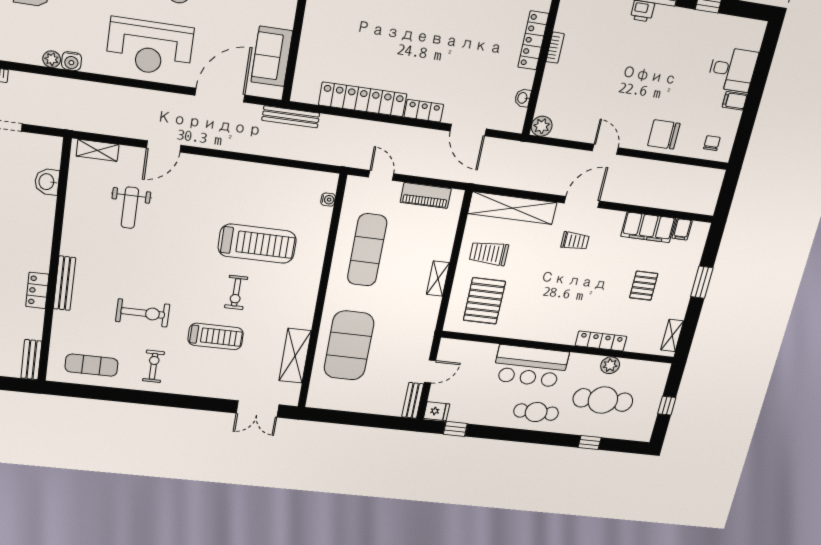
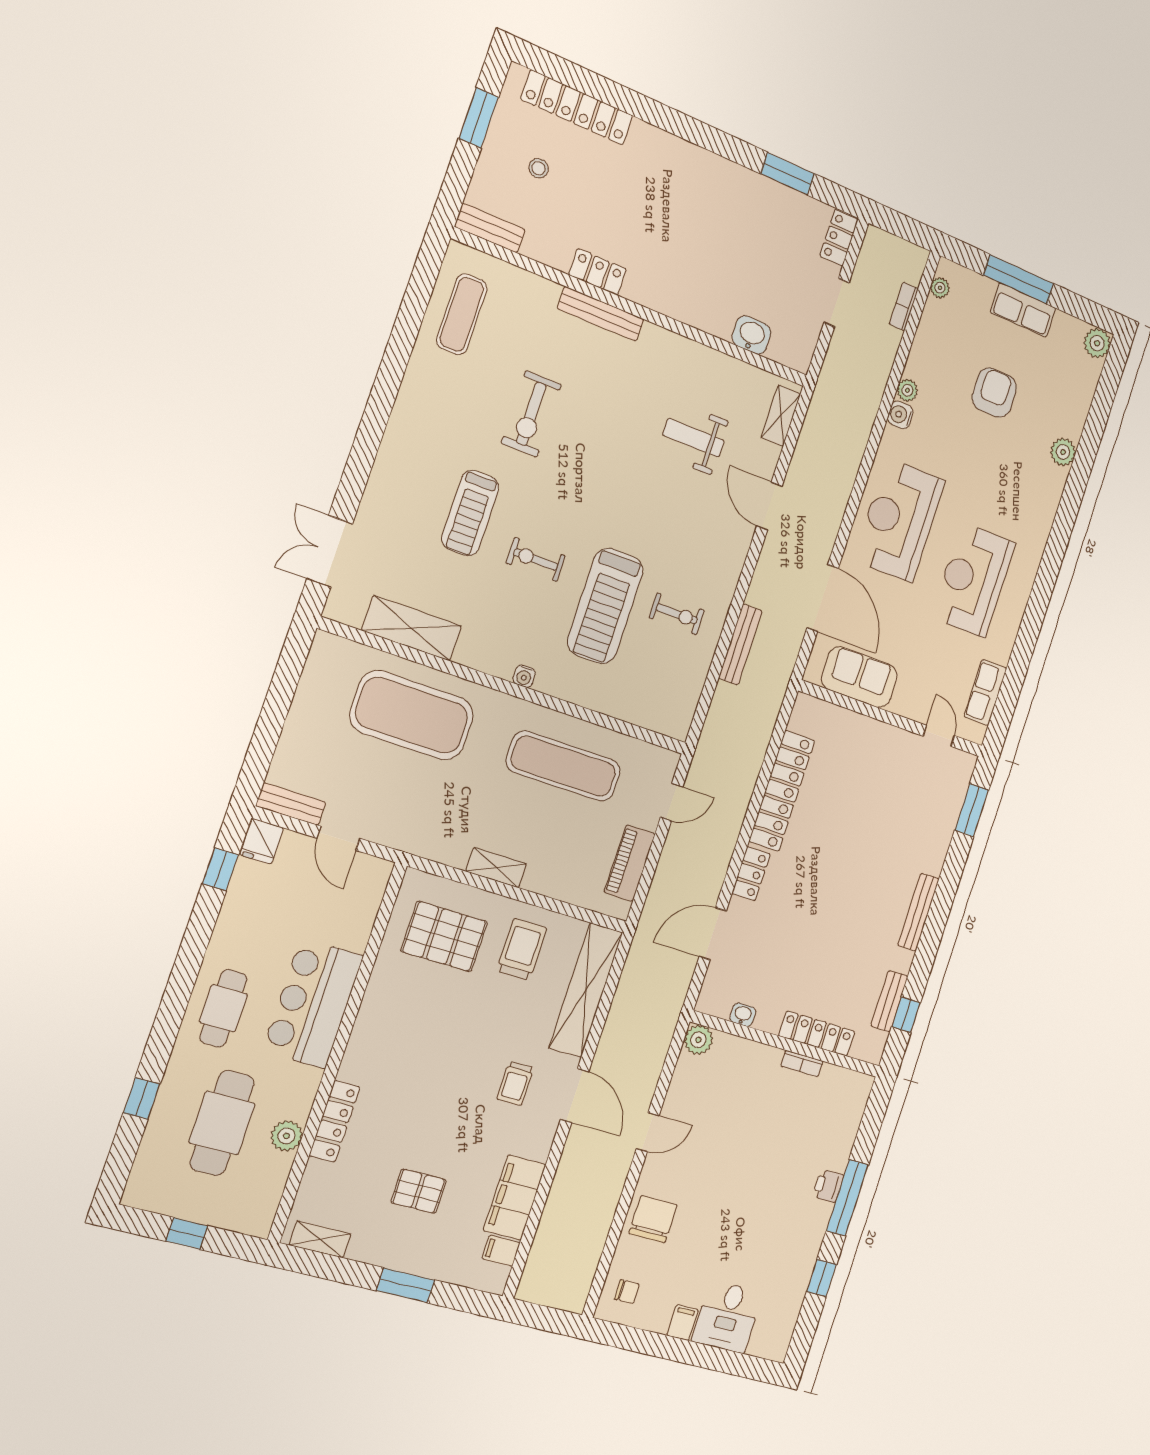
bench: (291, 117) -> (740, 644), moved
water cooler: (328, 200) -> (524, 676), moved
exercise bike: (153, 366) -> (677, 614), moved

